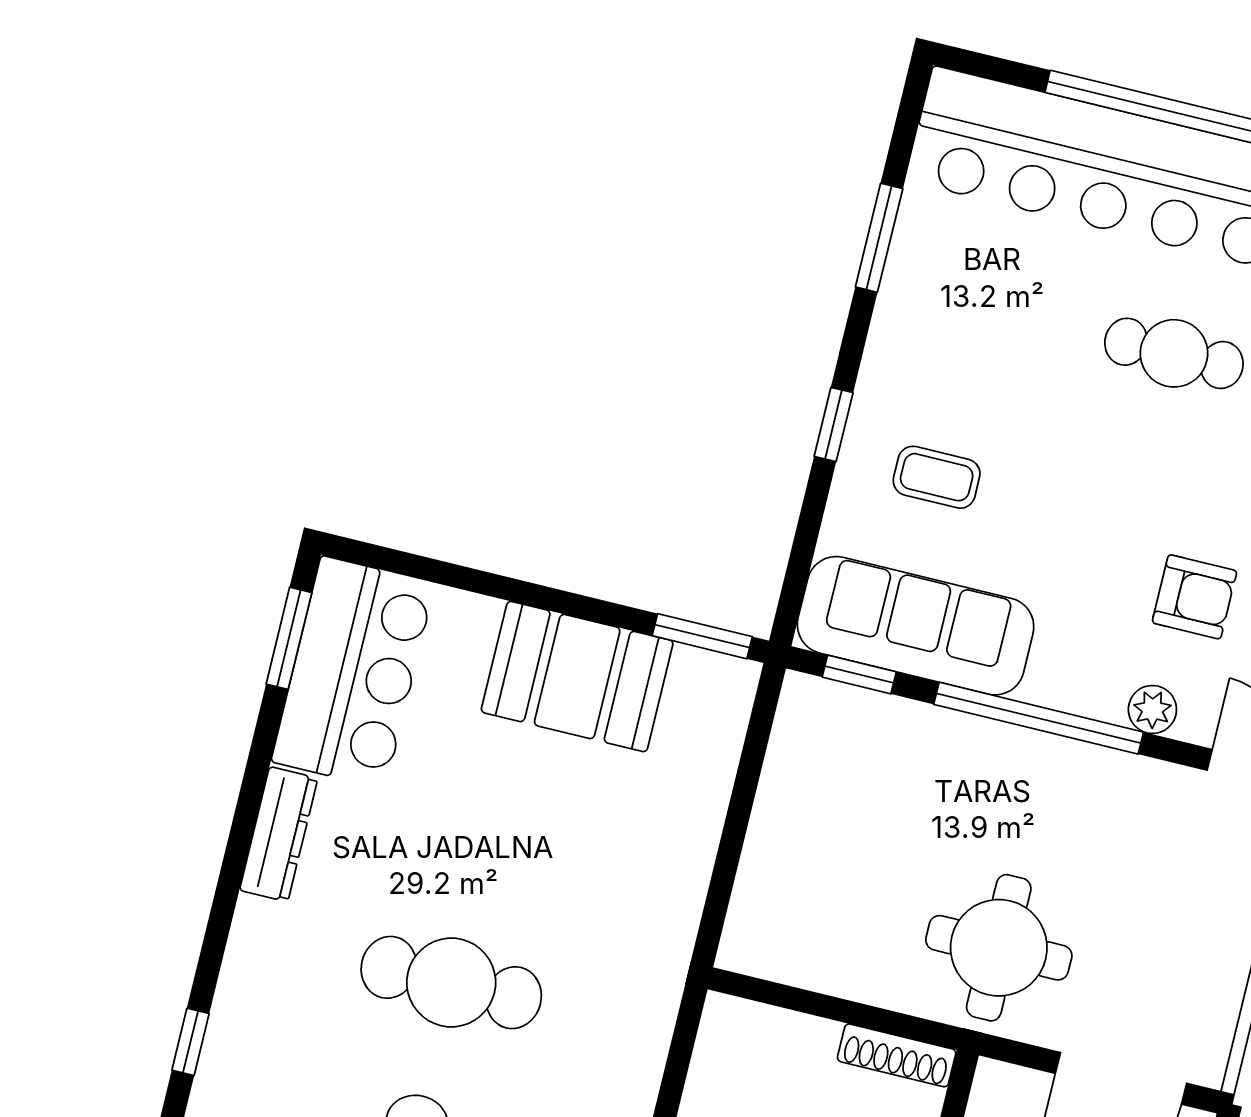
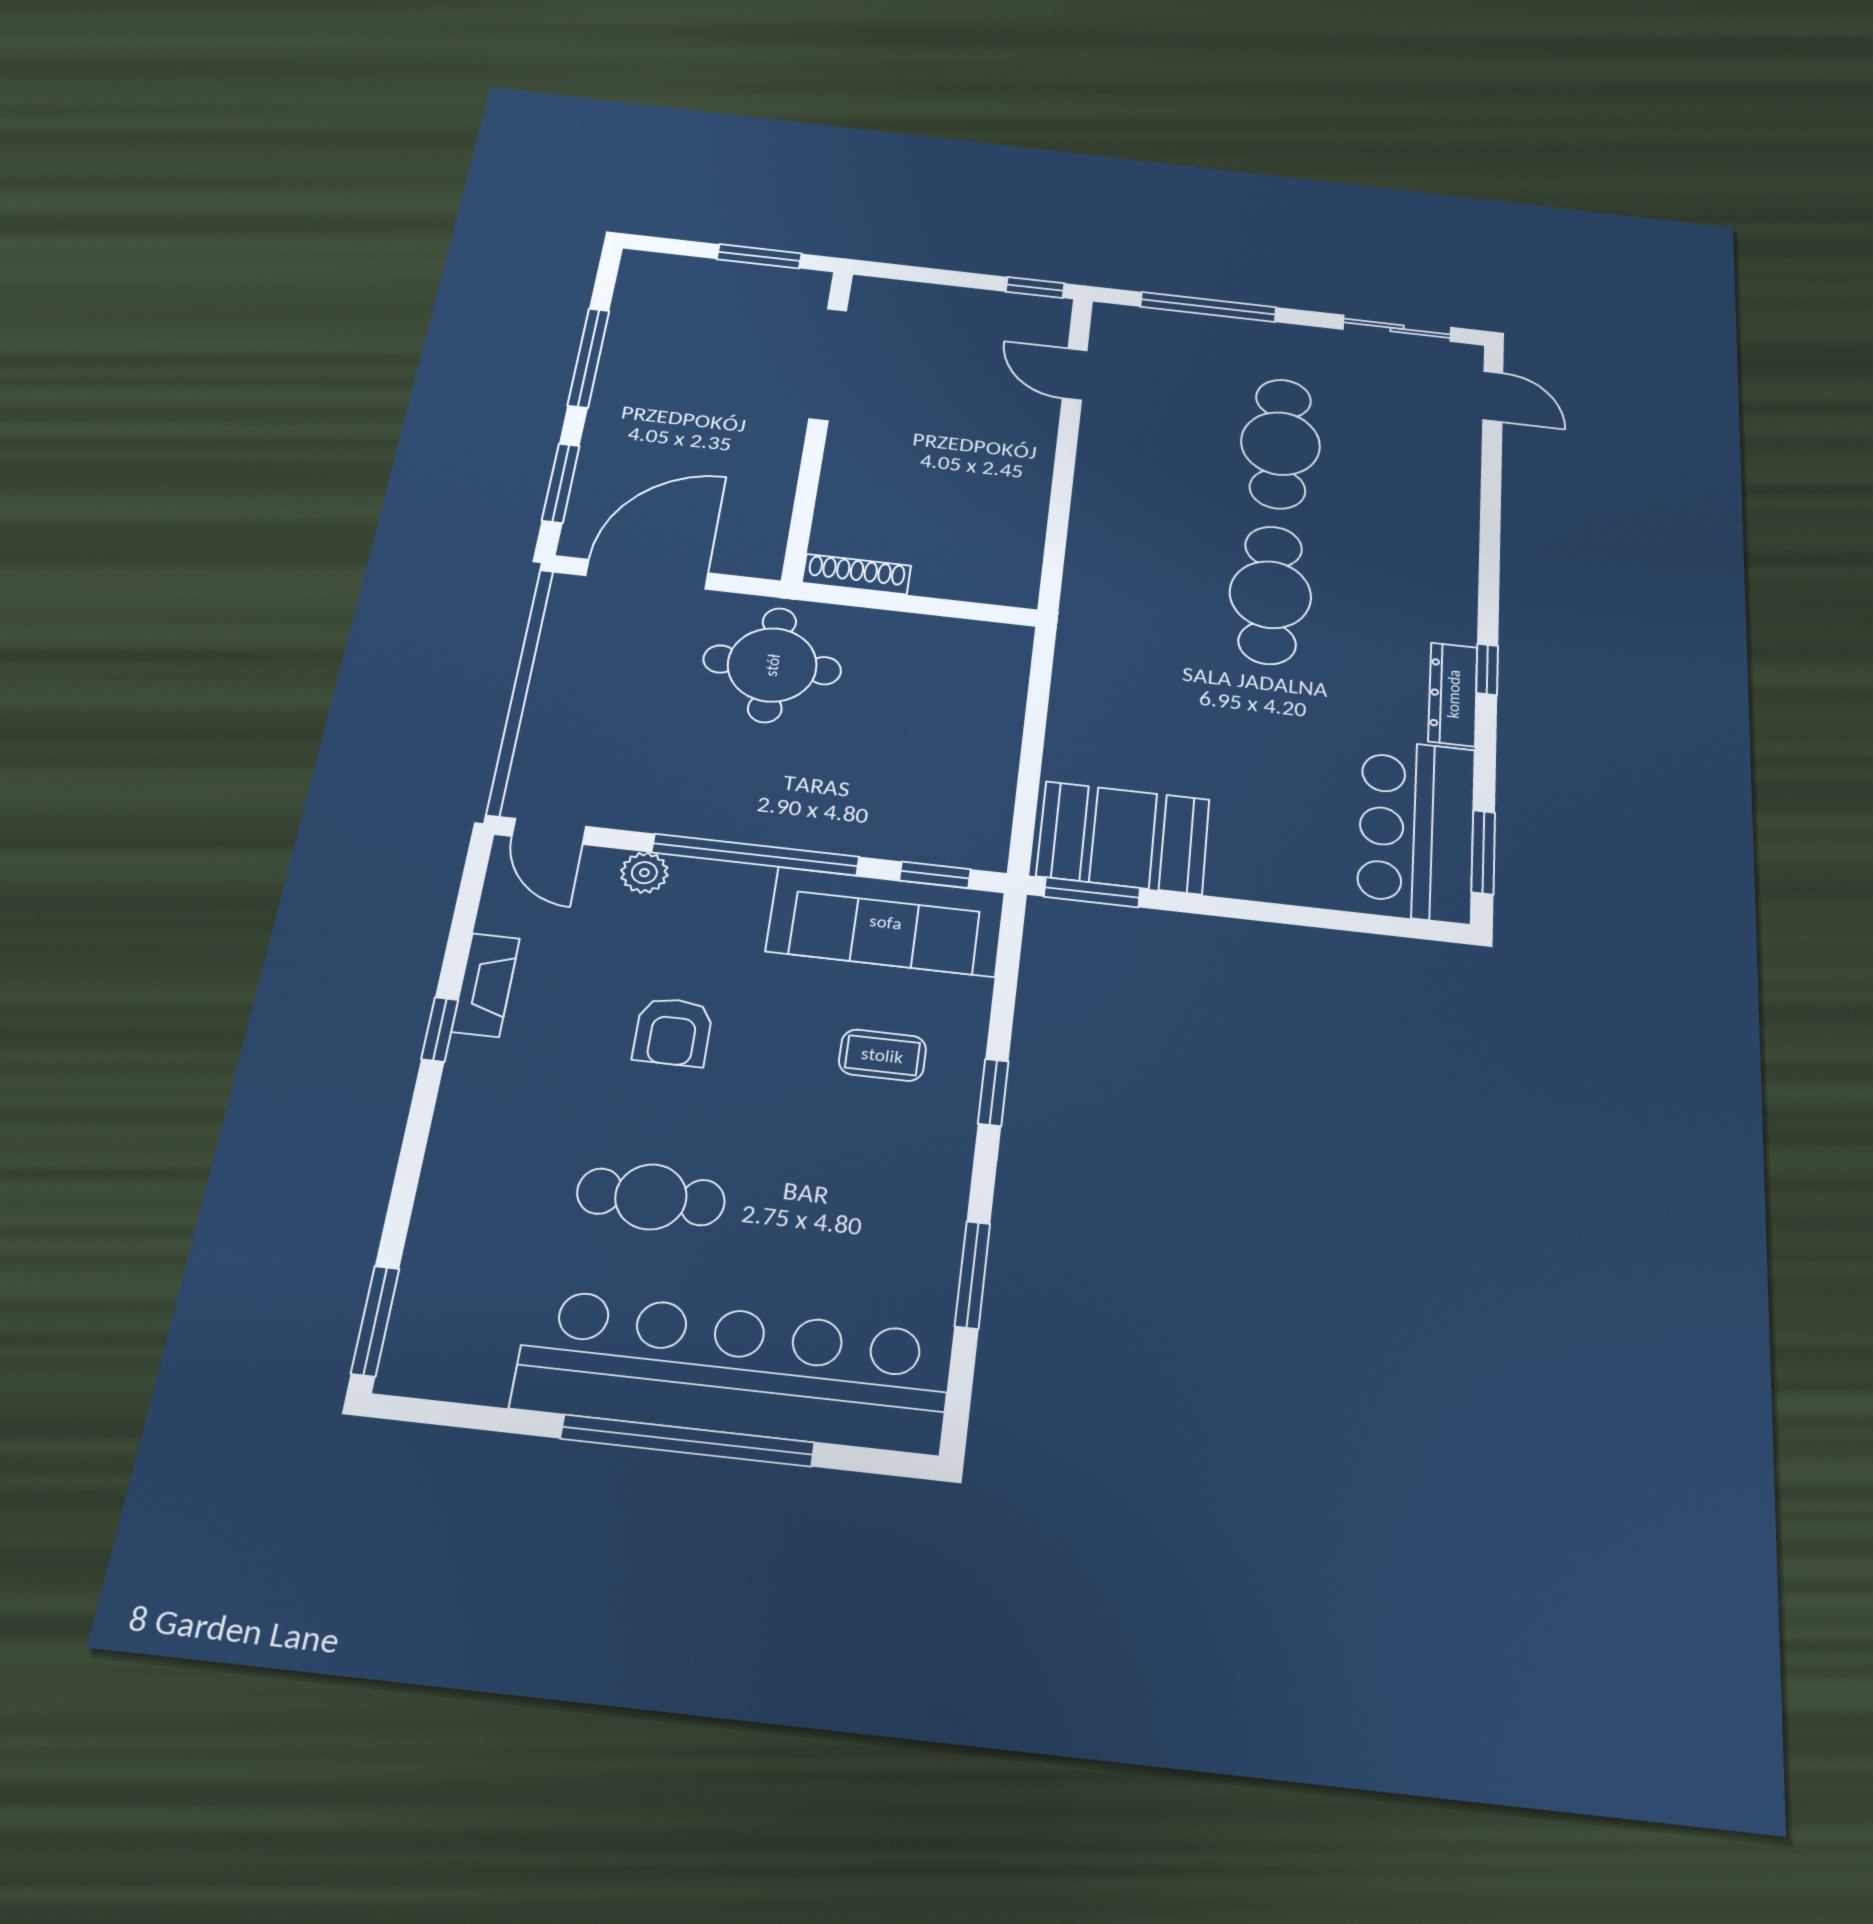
armchair: (1194, 597) -> (673, 1032), moved, turned -90
booth: (577, 676) -> (1123, 838), moved
cafe table: (451, 983) -> (1270, 595), turned 90
window: (191, 1042) -> (1487, 669), moved

